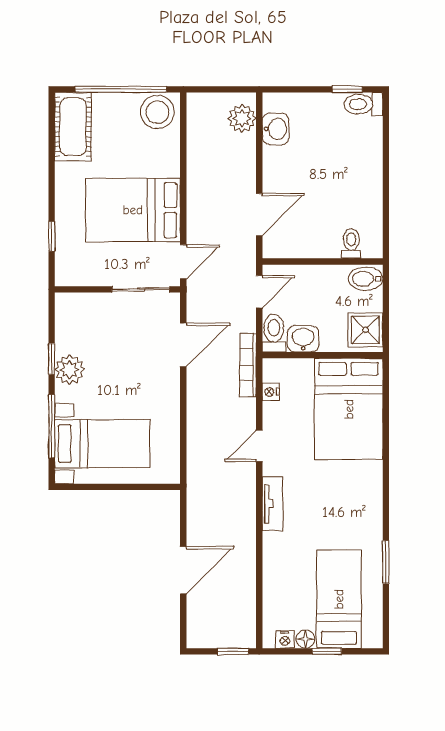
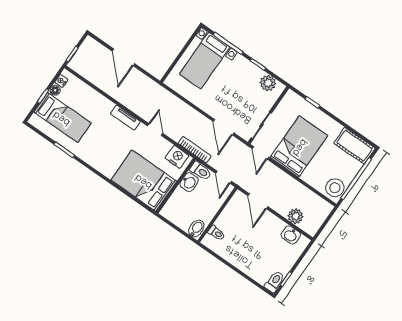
plant: (242, 118) -> (296, 216), moved
shower: (366, 330) -> (174, 213), removed
plant: (69, 370) -> (268, 83), moved
nightstand: (271, 392) -> (177, 157), width x1.89, depth x1.79

